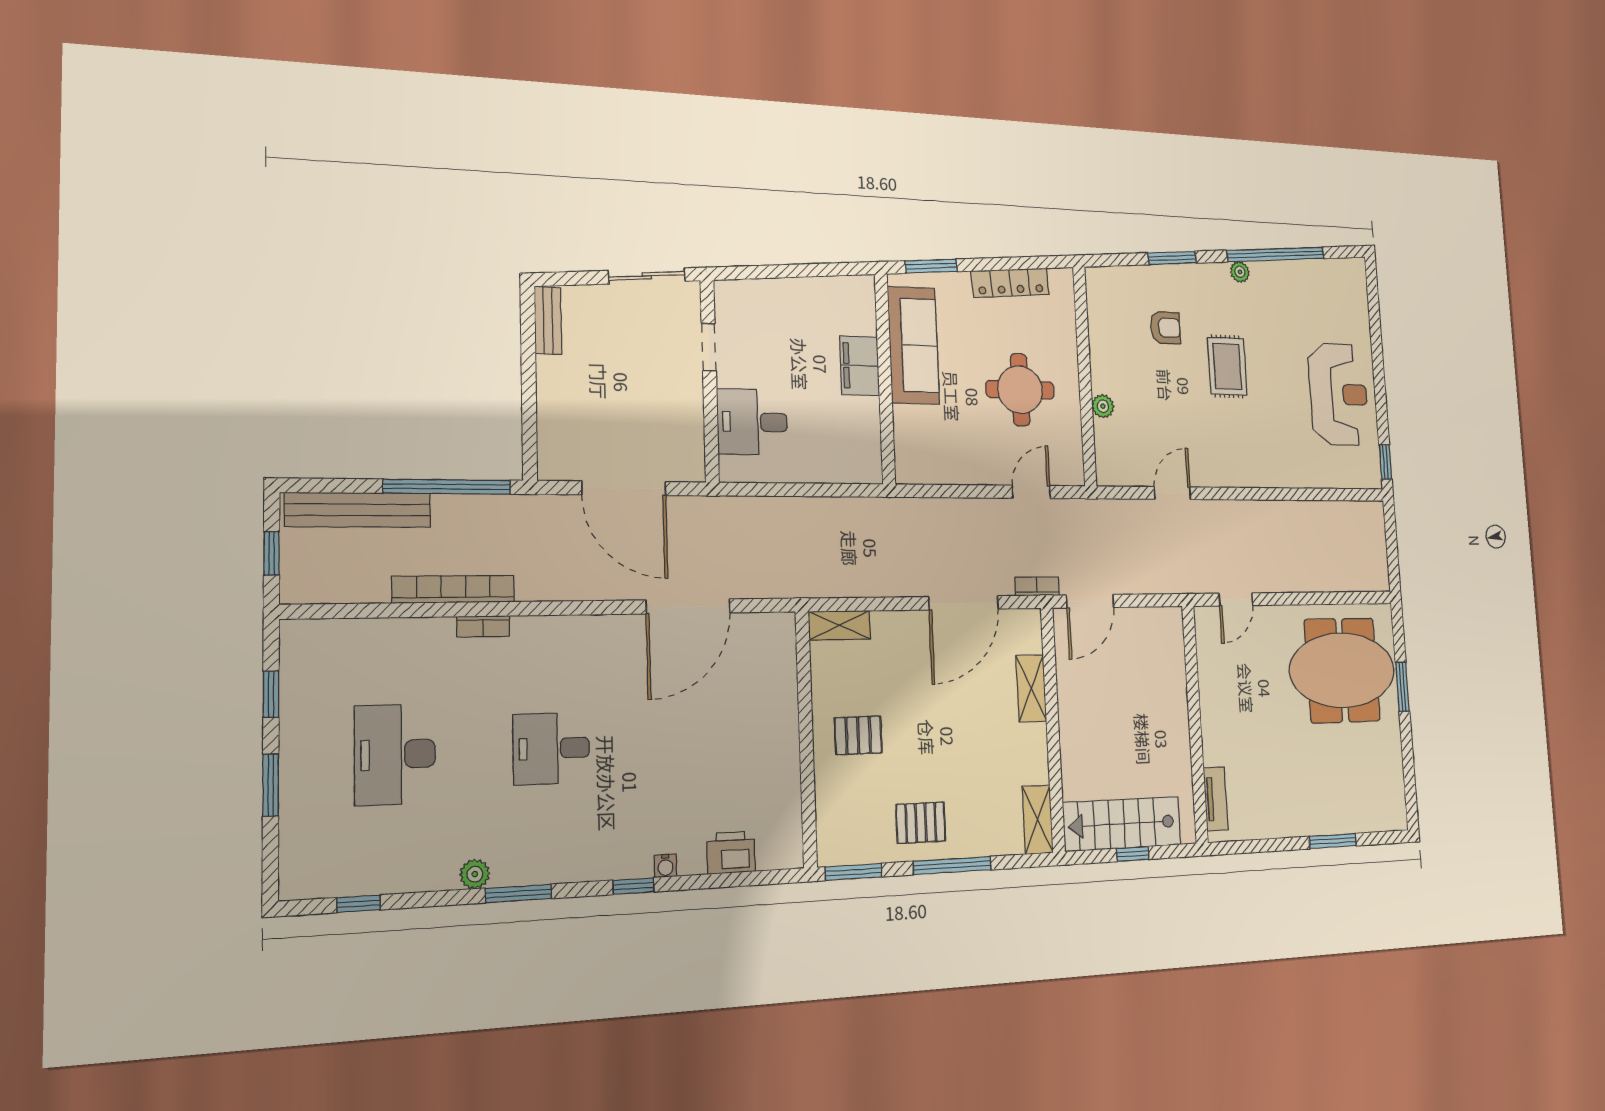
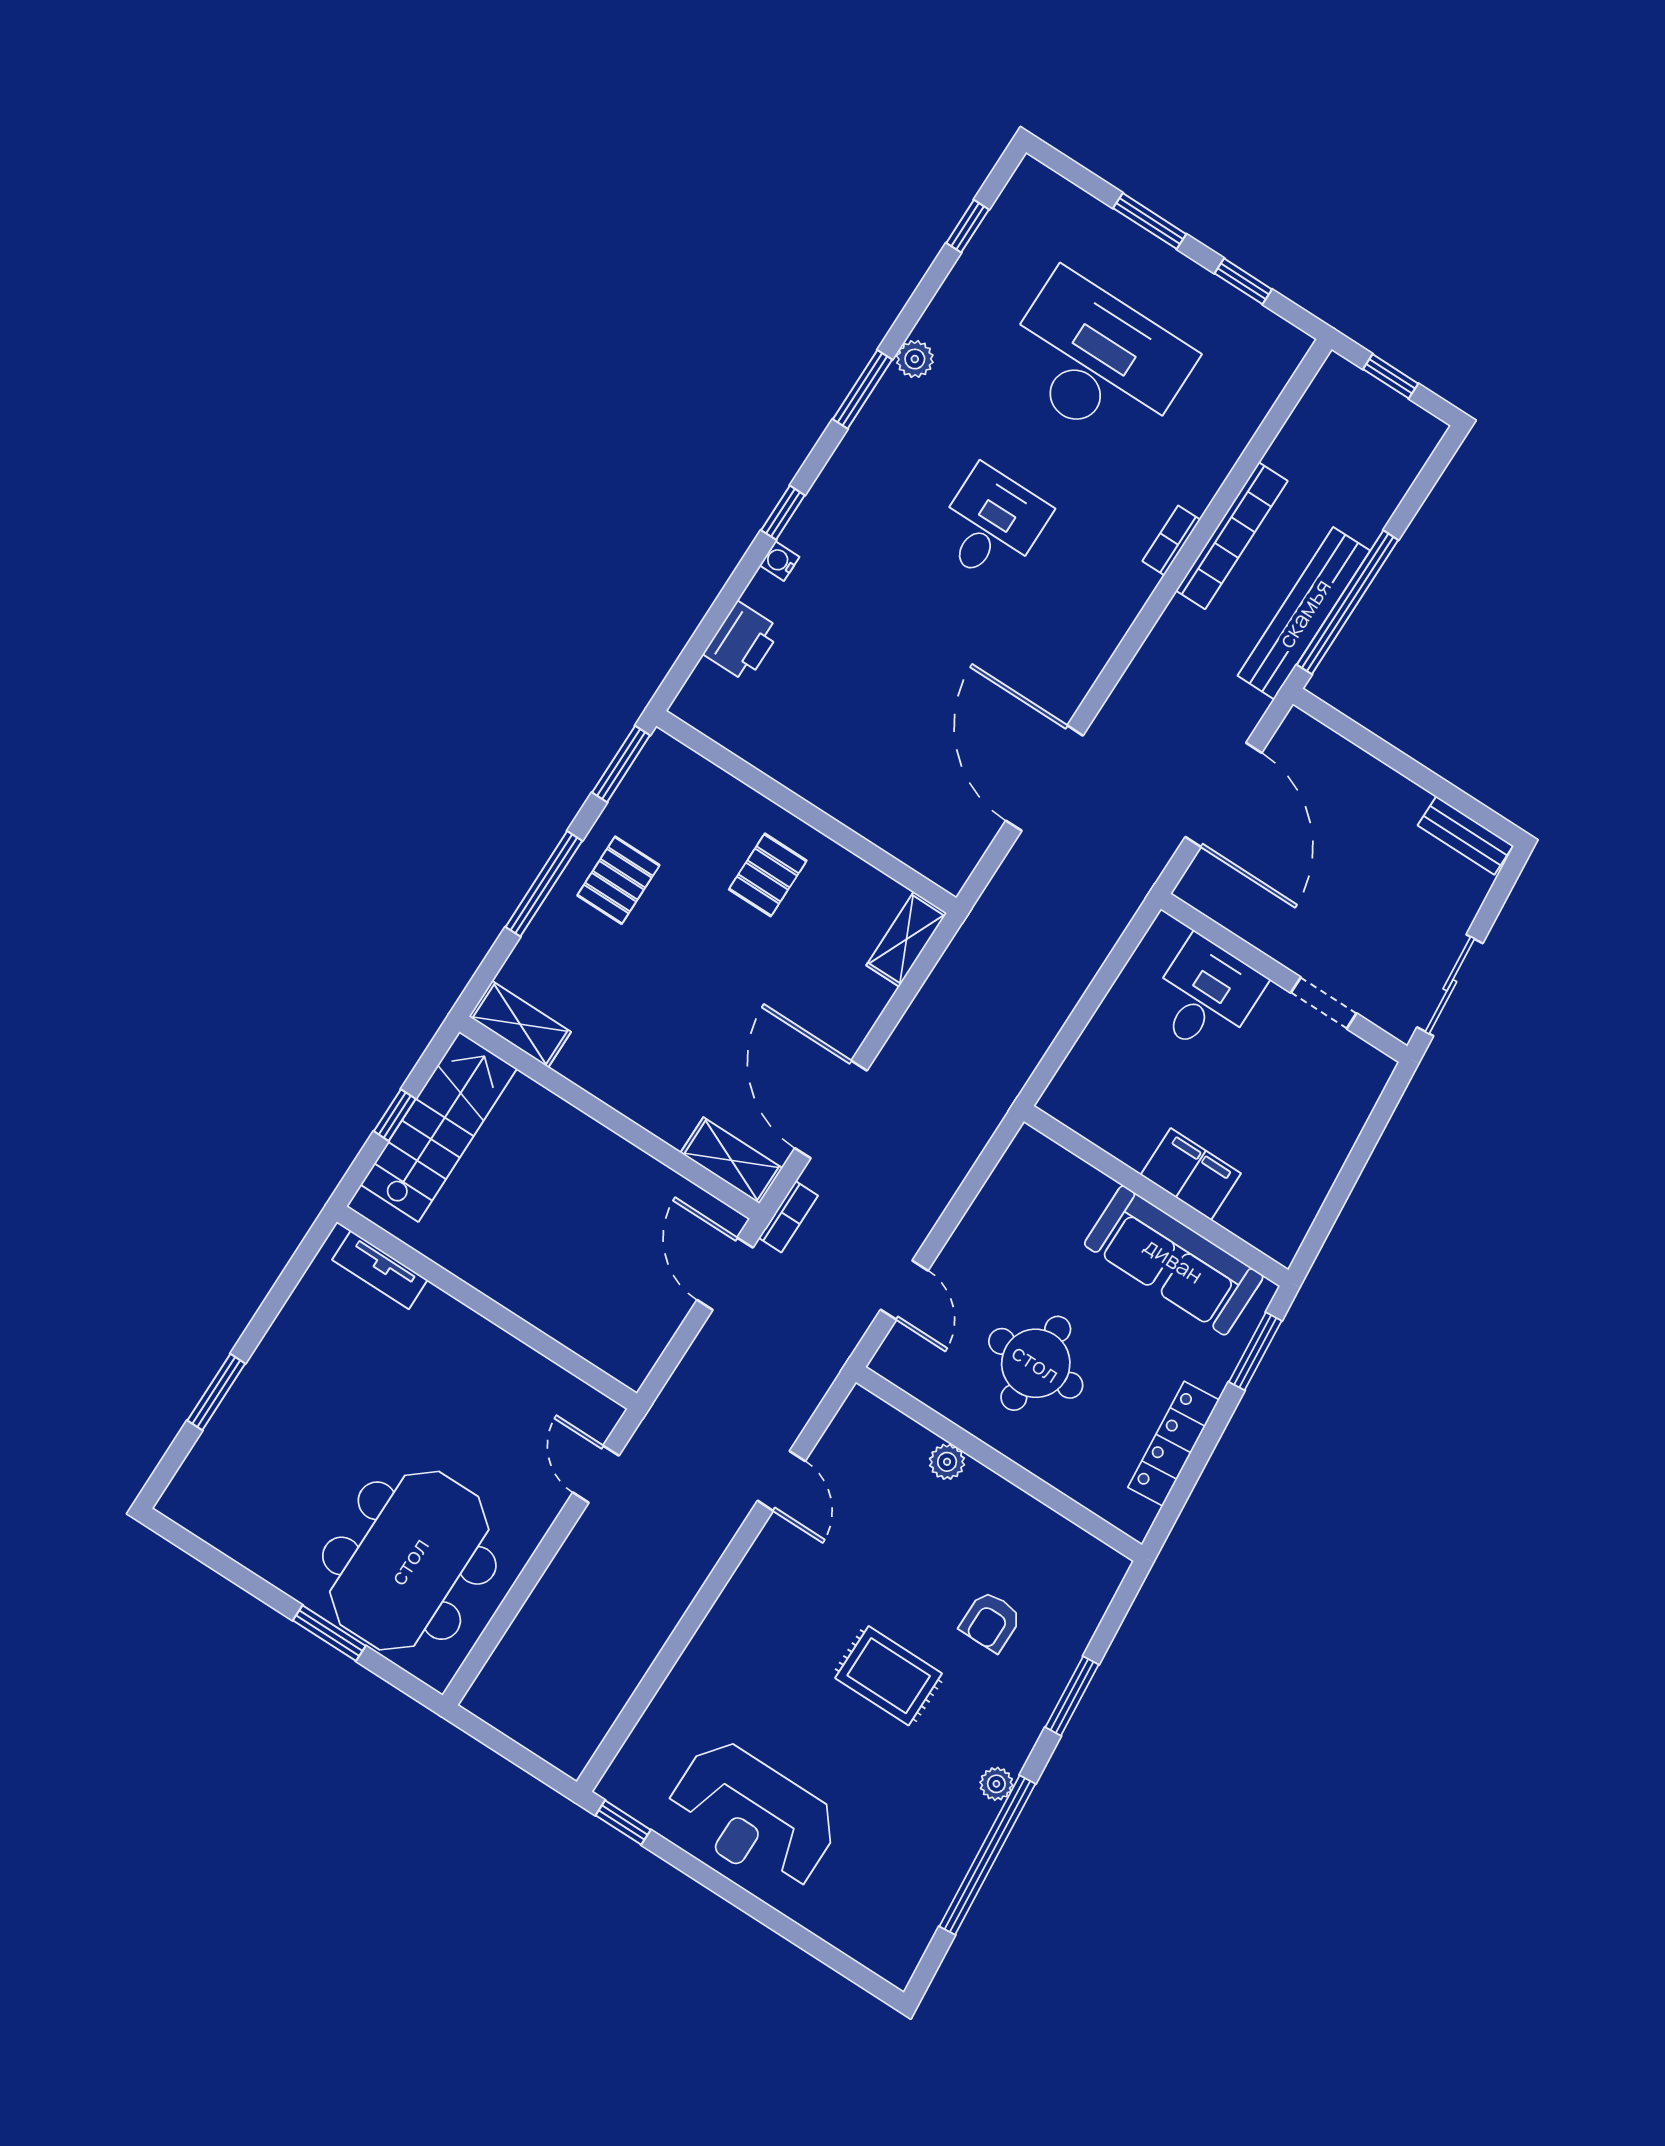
door: (624, 488) -> (1223, 795), swing flipped
bench: (358, 510) -> (1304, 613), moved
shelving: (1031, 688) -> (731, 1160), moved
desk: (395, 754) -> (1097, 362), width x1.36, depth x1.30

